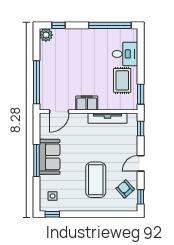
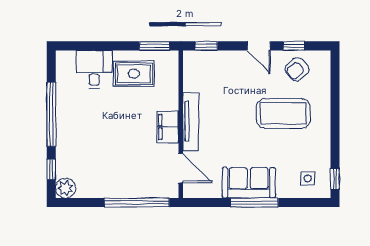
window: (110, 25) -> (51, 114), moved
tv unit: (107, 118) -> (191, 121), moved
window: (141, 197) -> (294, 46), moved

